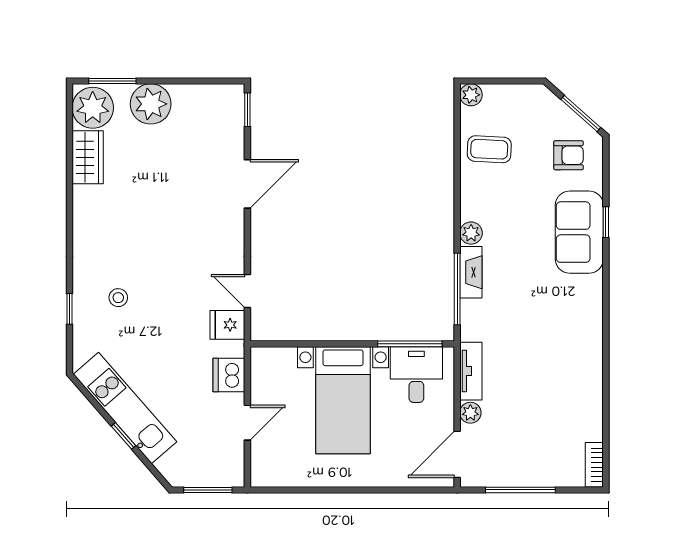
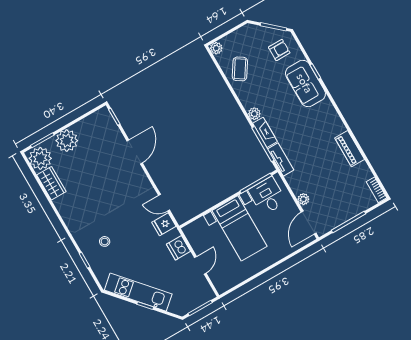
coffee table: (489, 149) -> (240, 69), turned -60
tv unit: (471, 371) -> (281, 159), moved
piano: (589, 375) -> (350, 149), added

